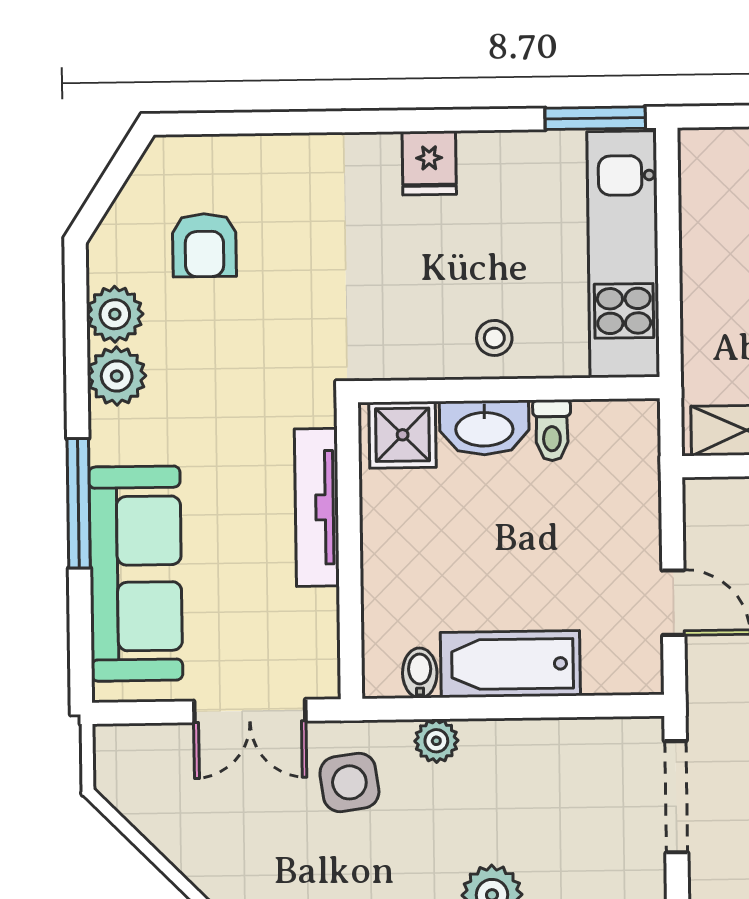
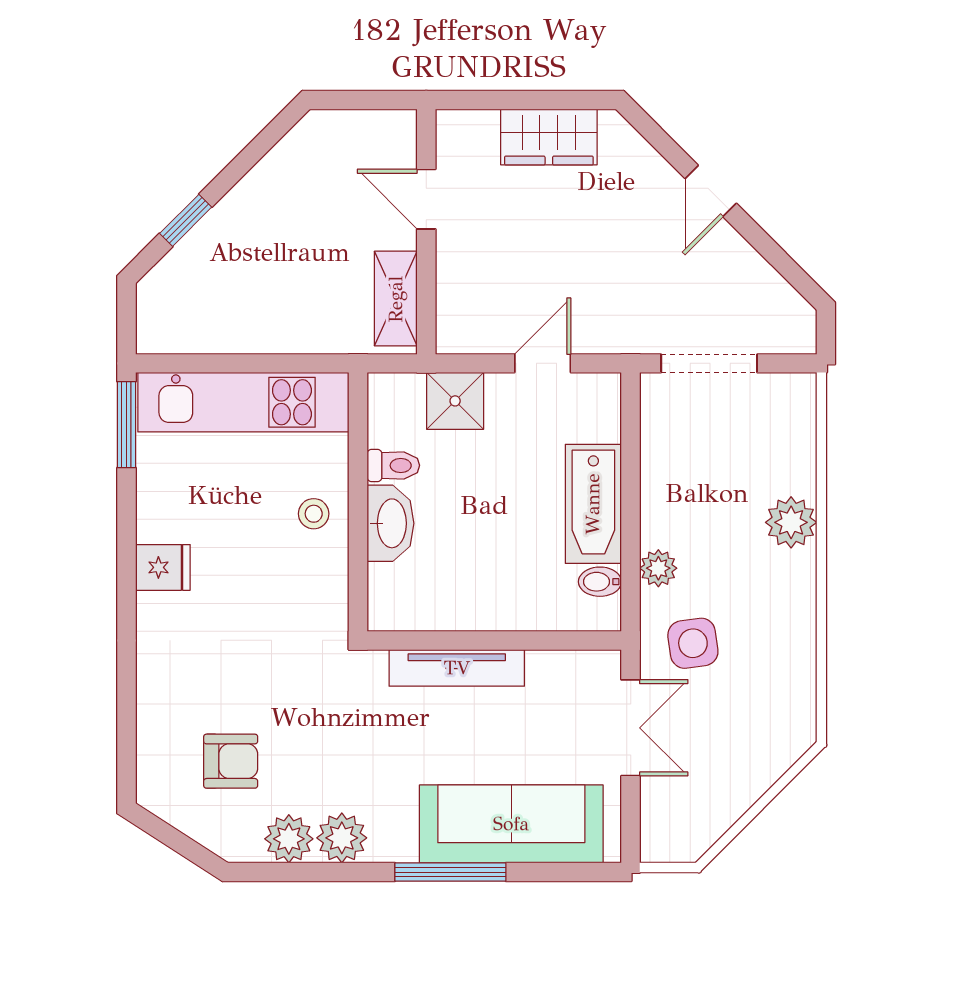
shower: (403, 435) -> (455, 401), moved

